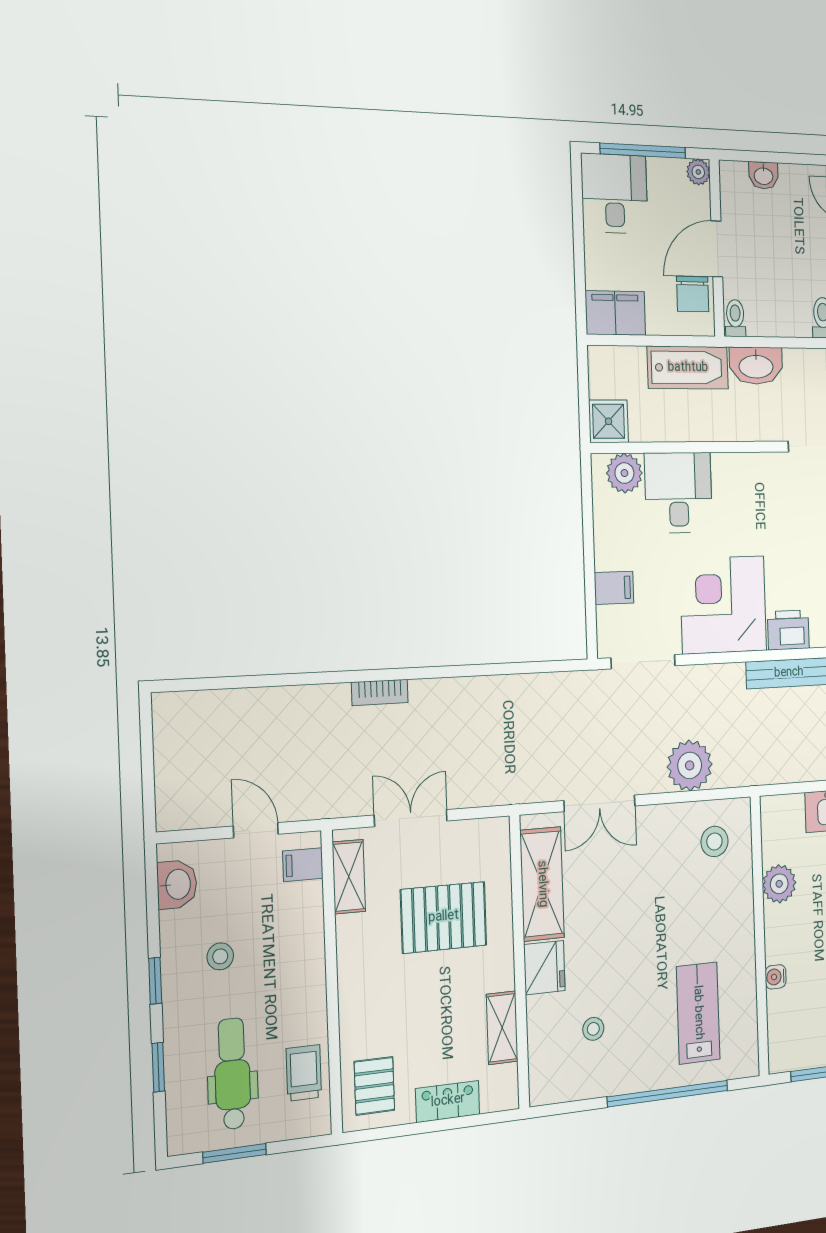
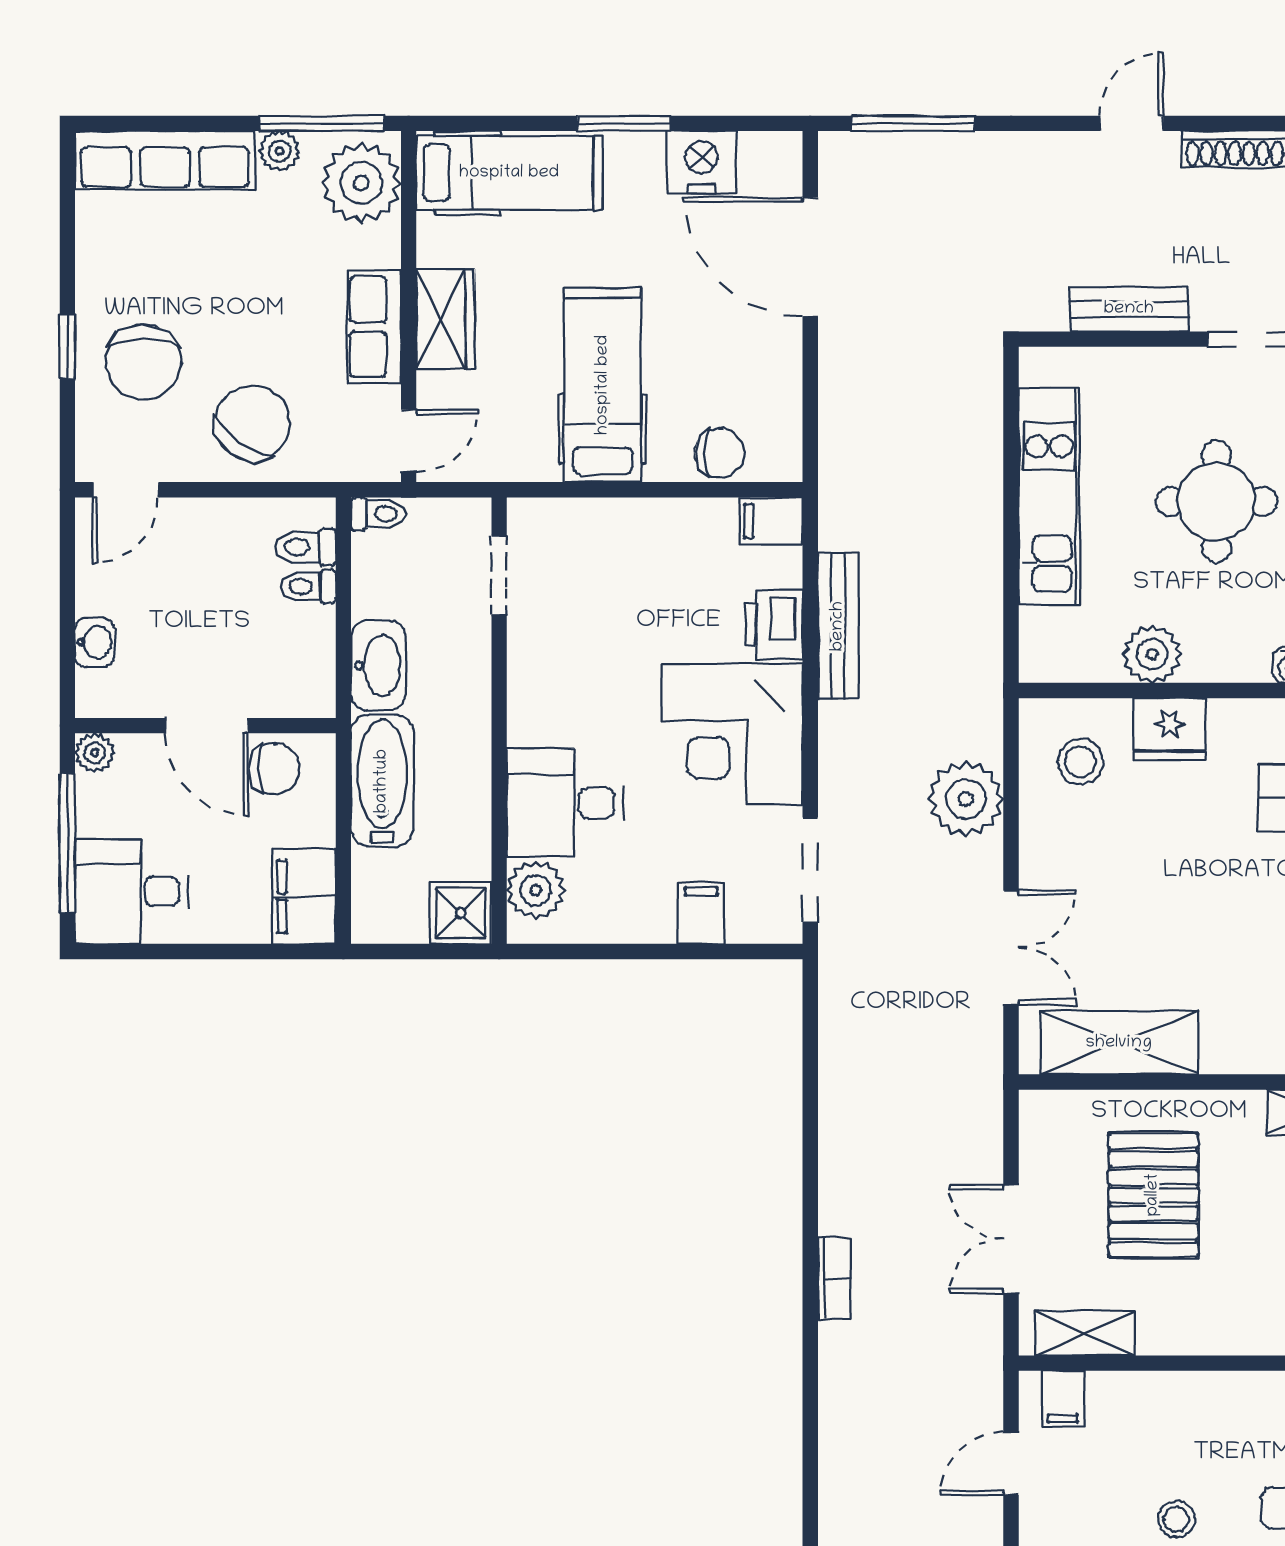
toilet: (735, 318) -> (308, 587), moved
fridge: (544, 968) -> (1170, 729), moved, turned 180

